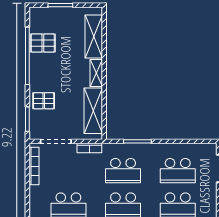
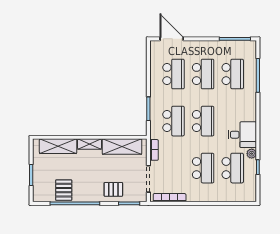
pallet: (44, 101) -> (113, 189), turned 90

